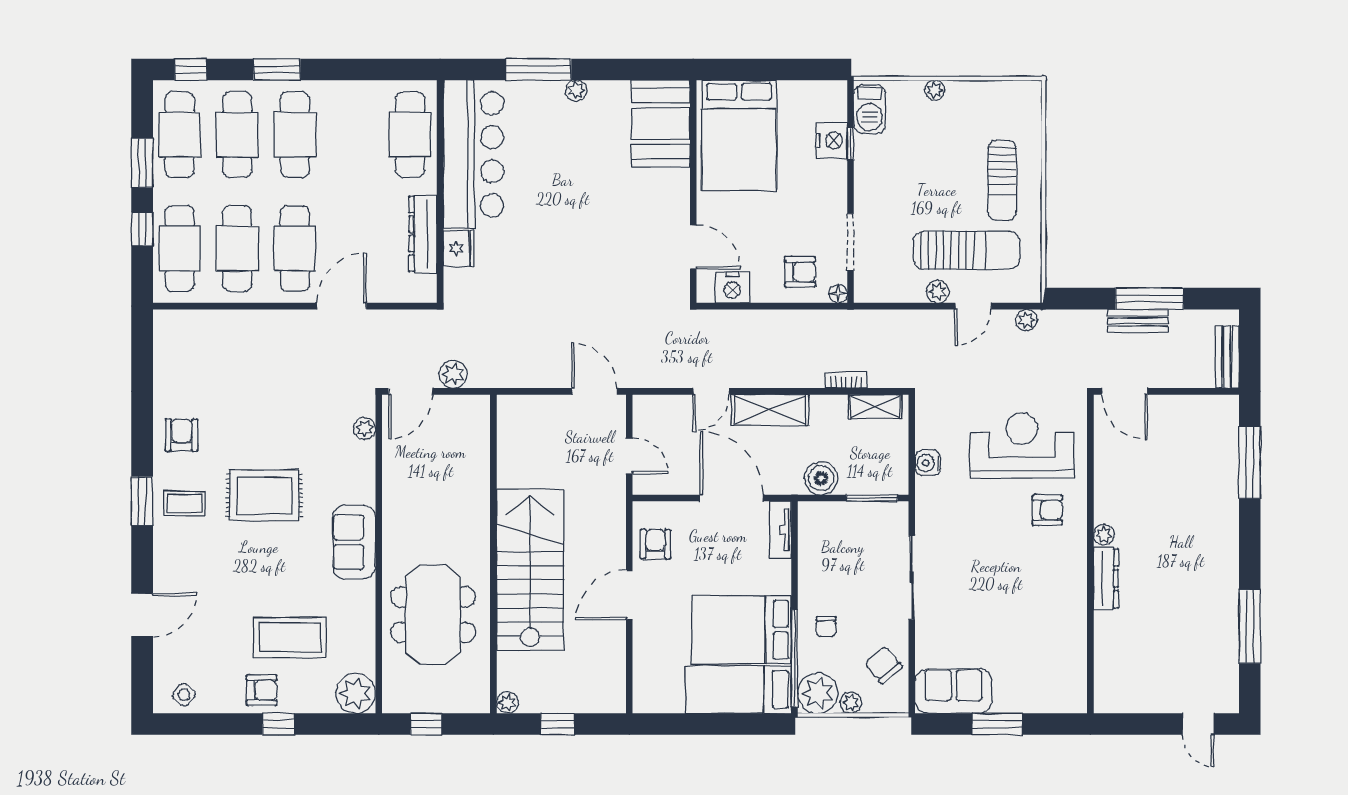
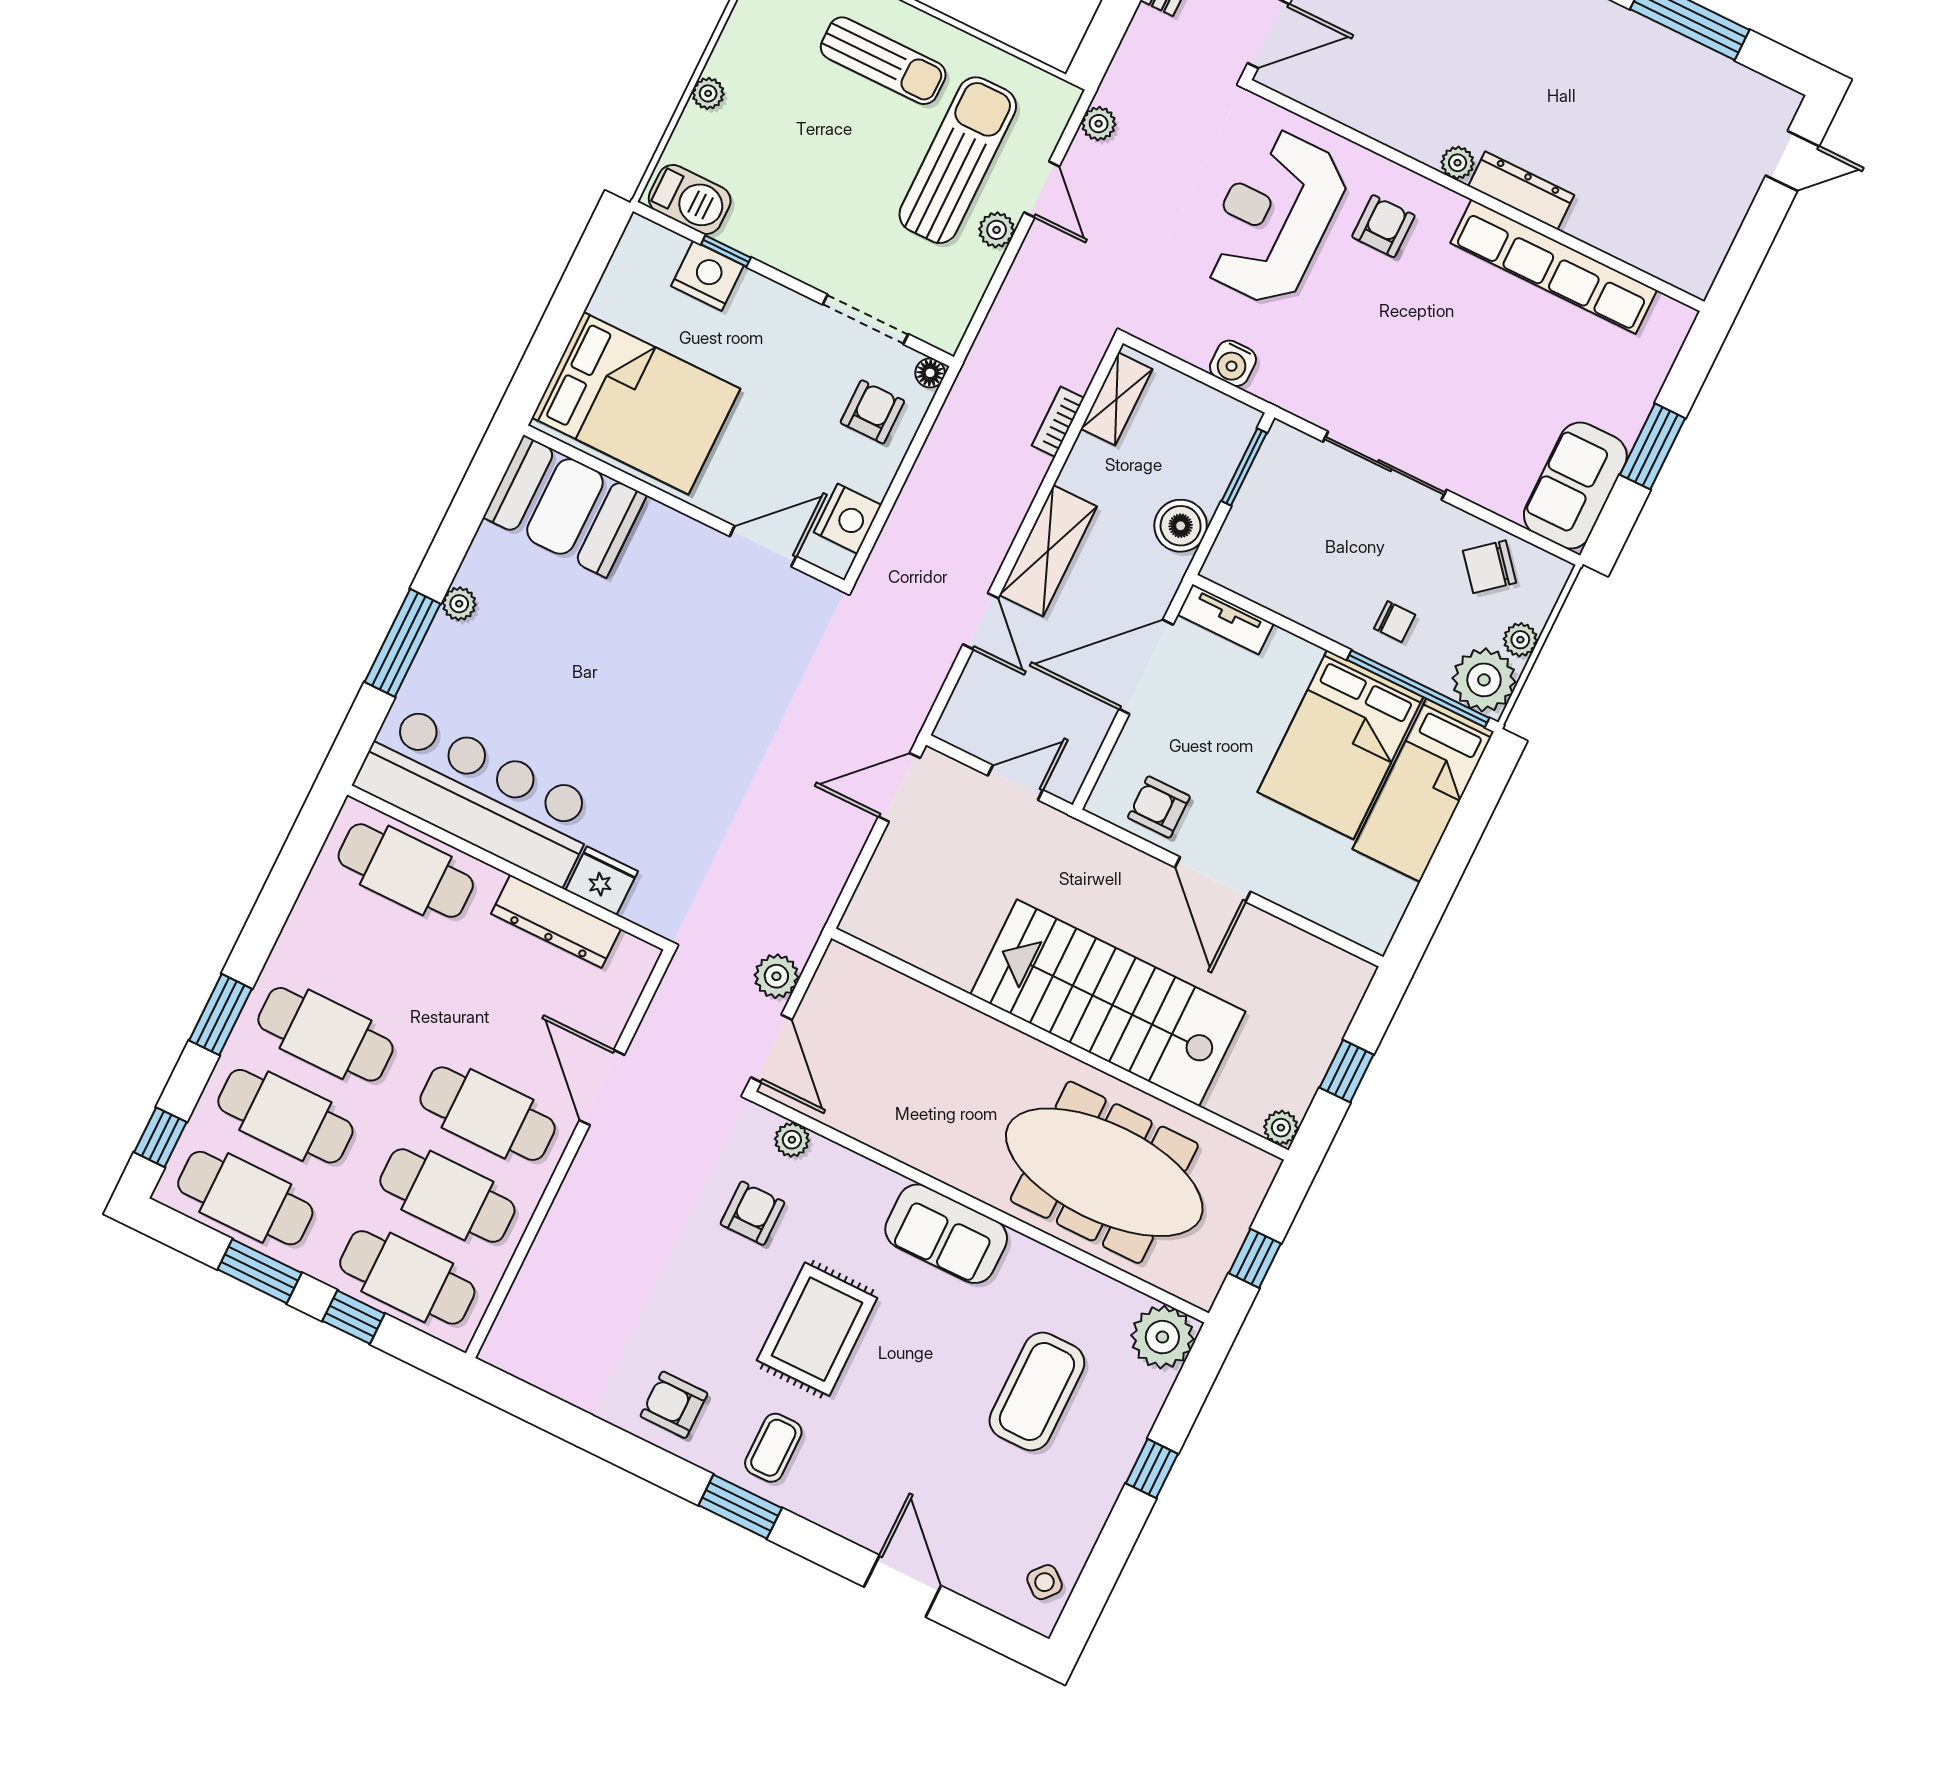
meeting table: (433, 615) -> (1104, 1172), width x1.36
row of seats: (1072, 618) -> (1554, 267), added
armchair: (262, 690) -> (753, 1213), moved

